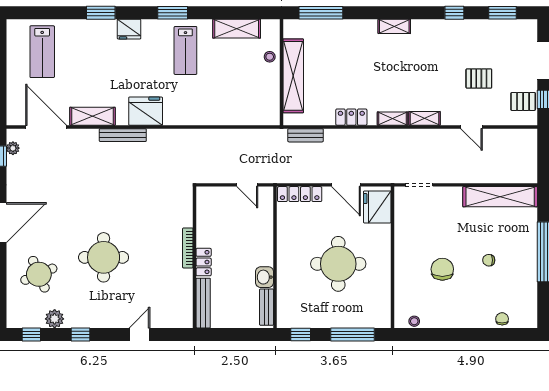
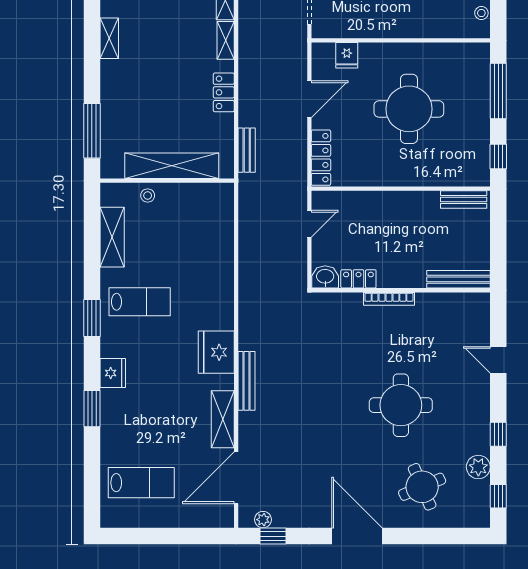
fridge: (377, 207) -> (347, 55), width x0.53, depth x0.75
locker: (204, 262) -> (358, 279), moved
washbasin: (265, 277) -> (325, 277), moved, turned 180

